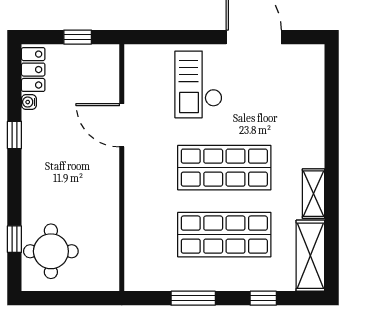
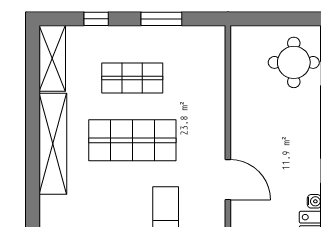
shelving: (313, 194) -> (53, 144), width x2.20, depth x1.33
shop shelf: (224, 235) -> (132, 78), width x0.70, depth x0.74

